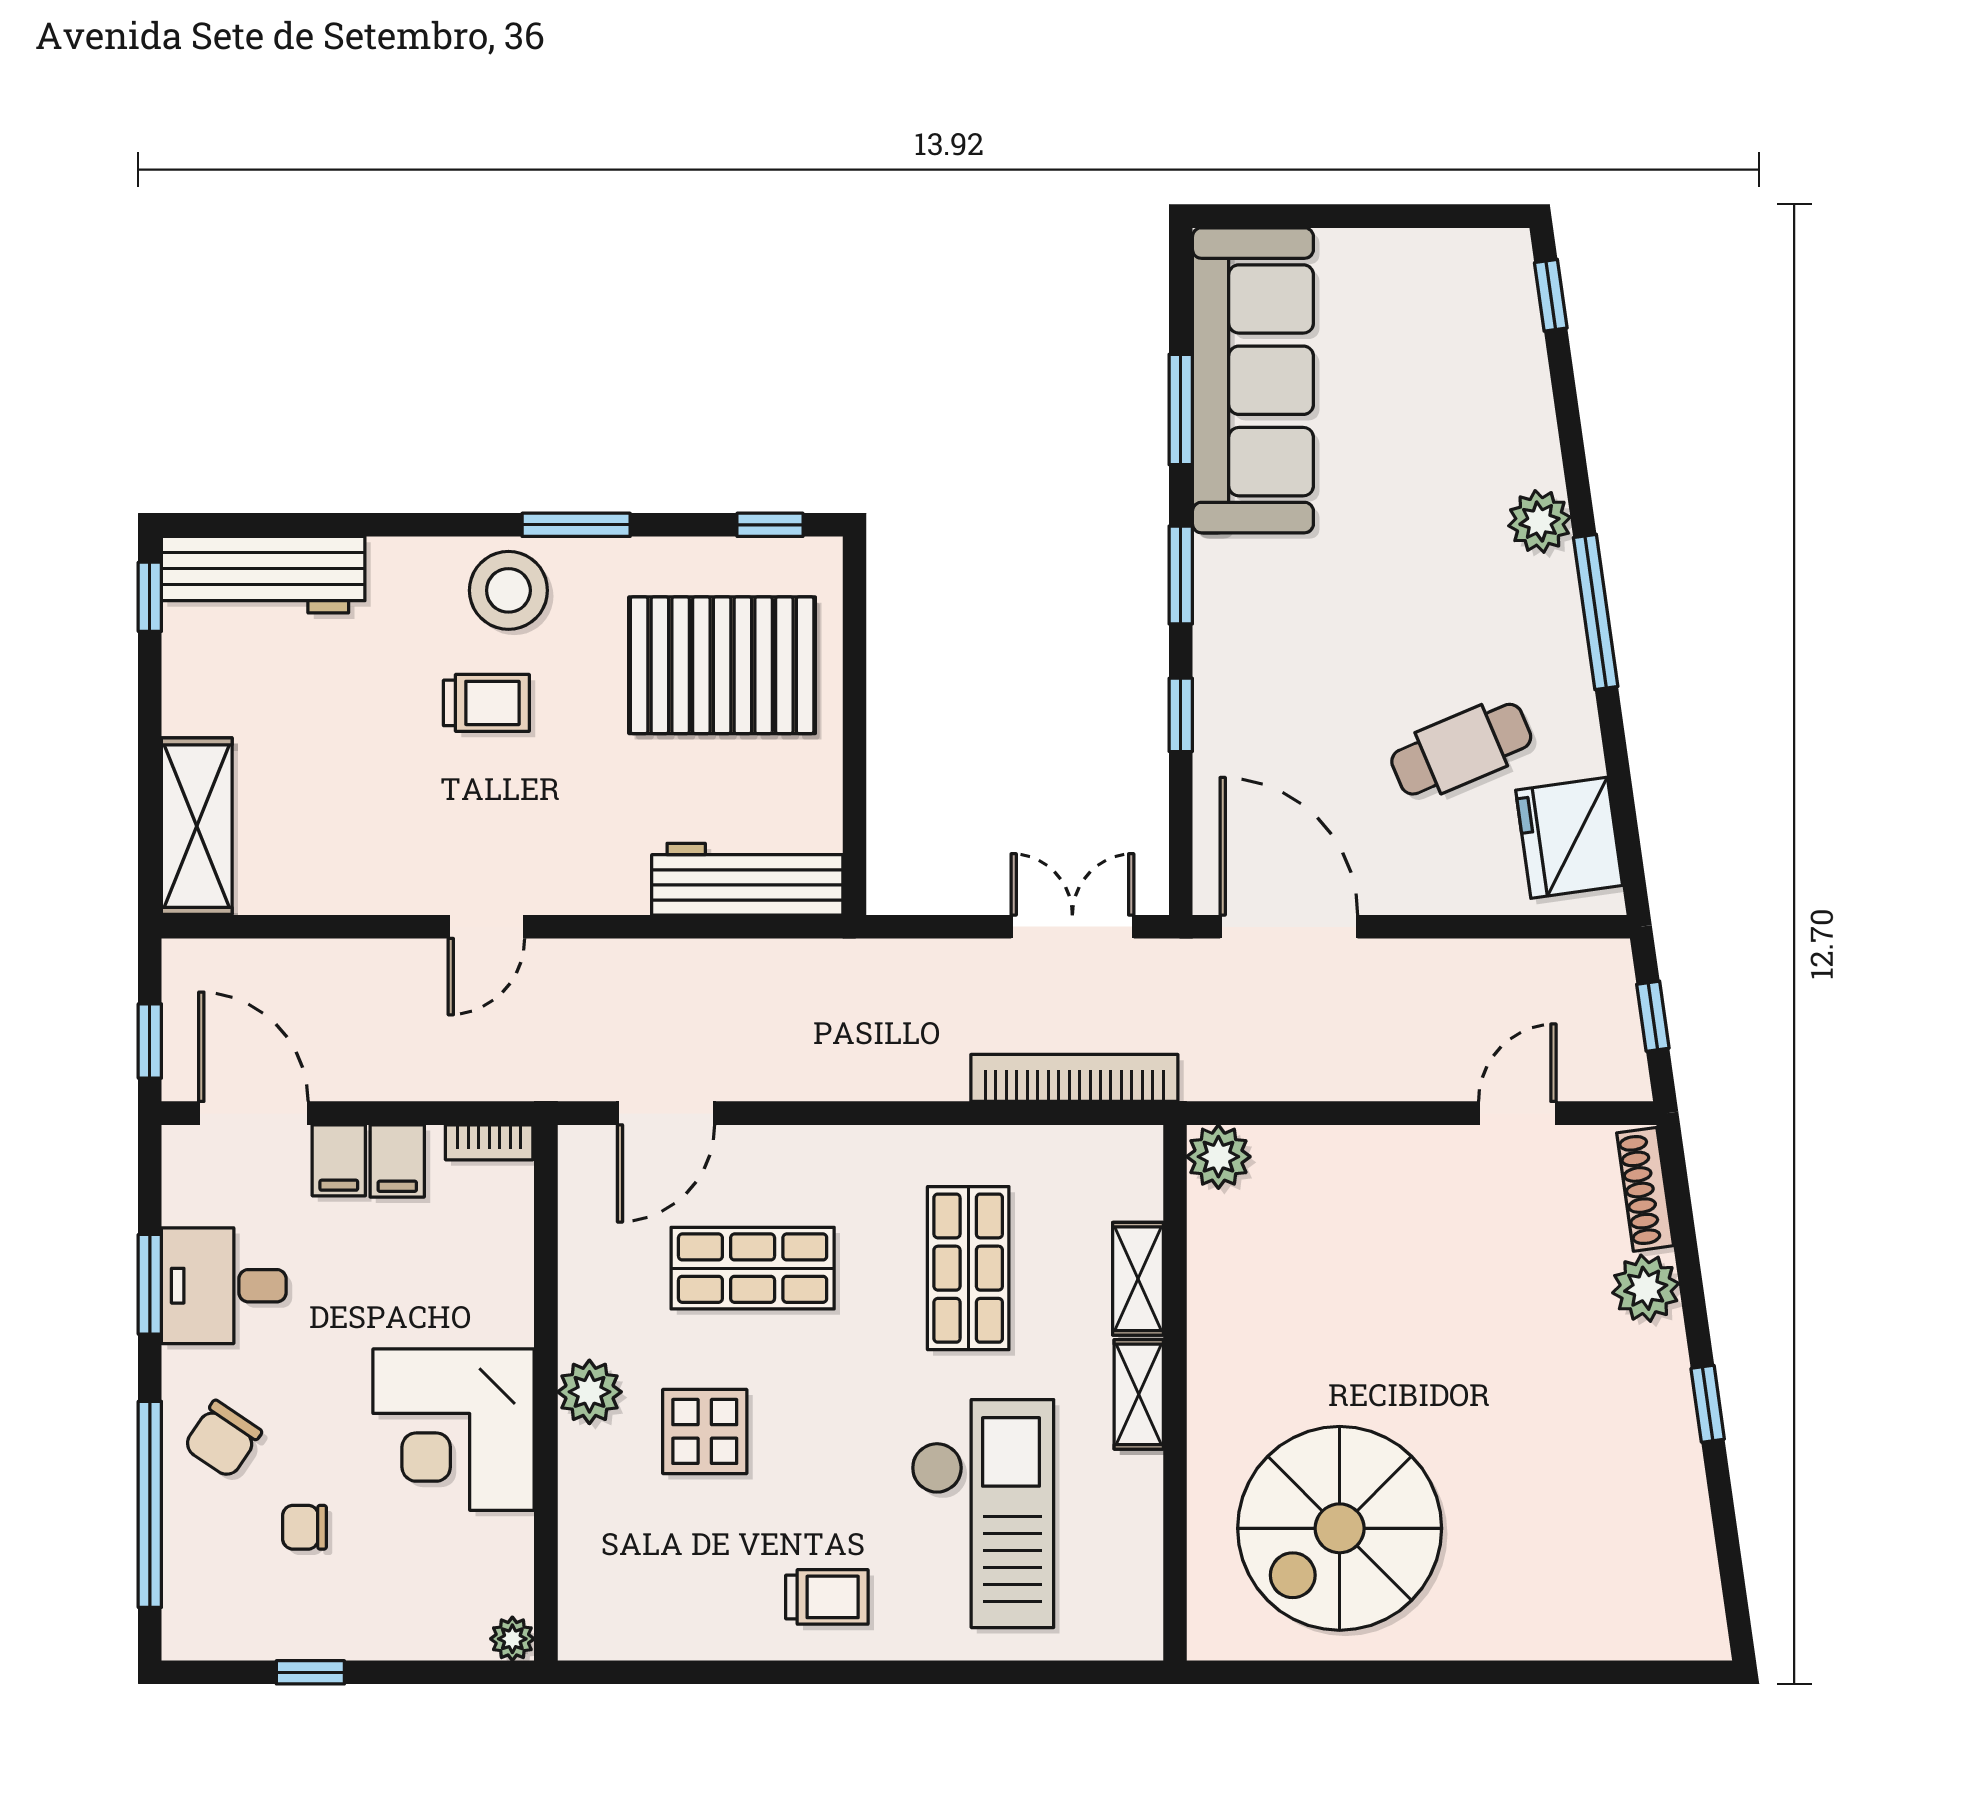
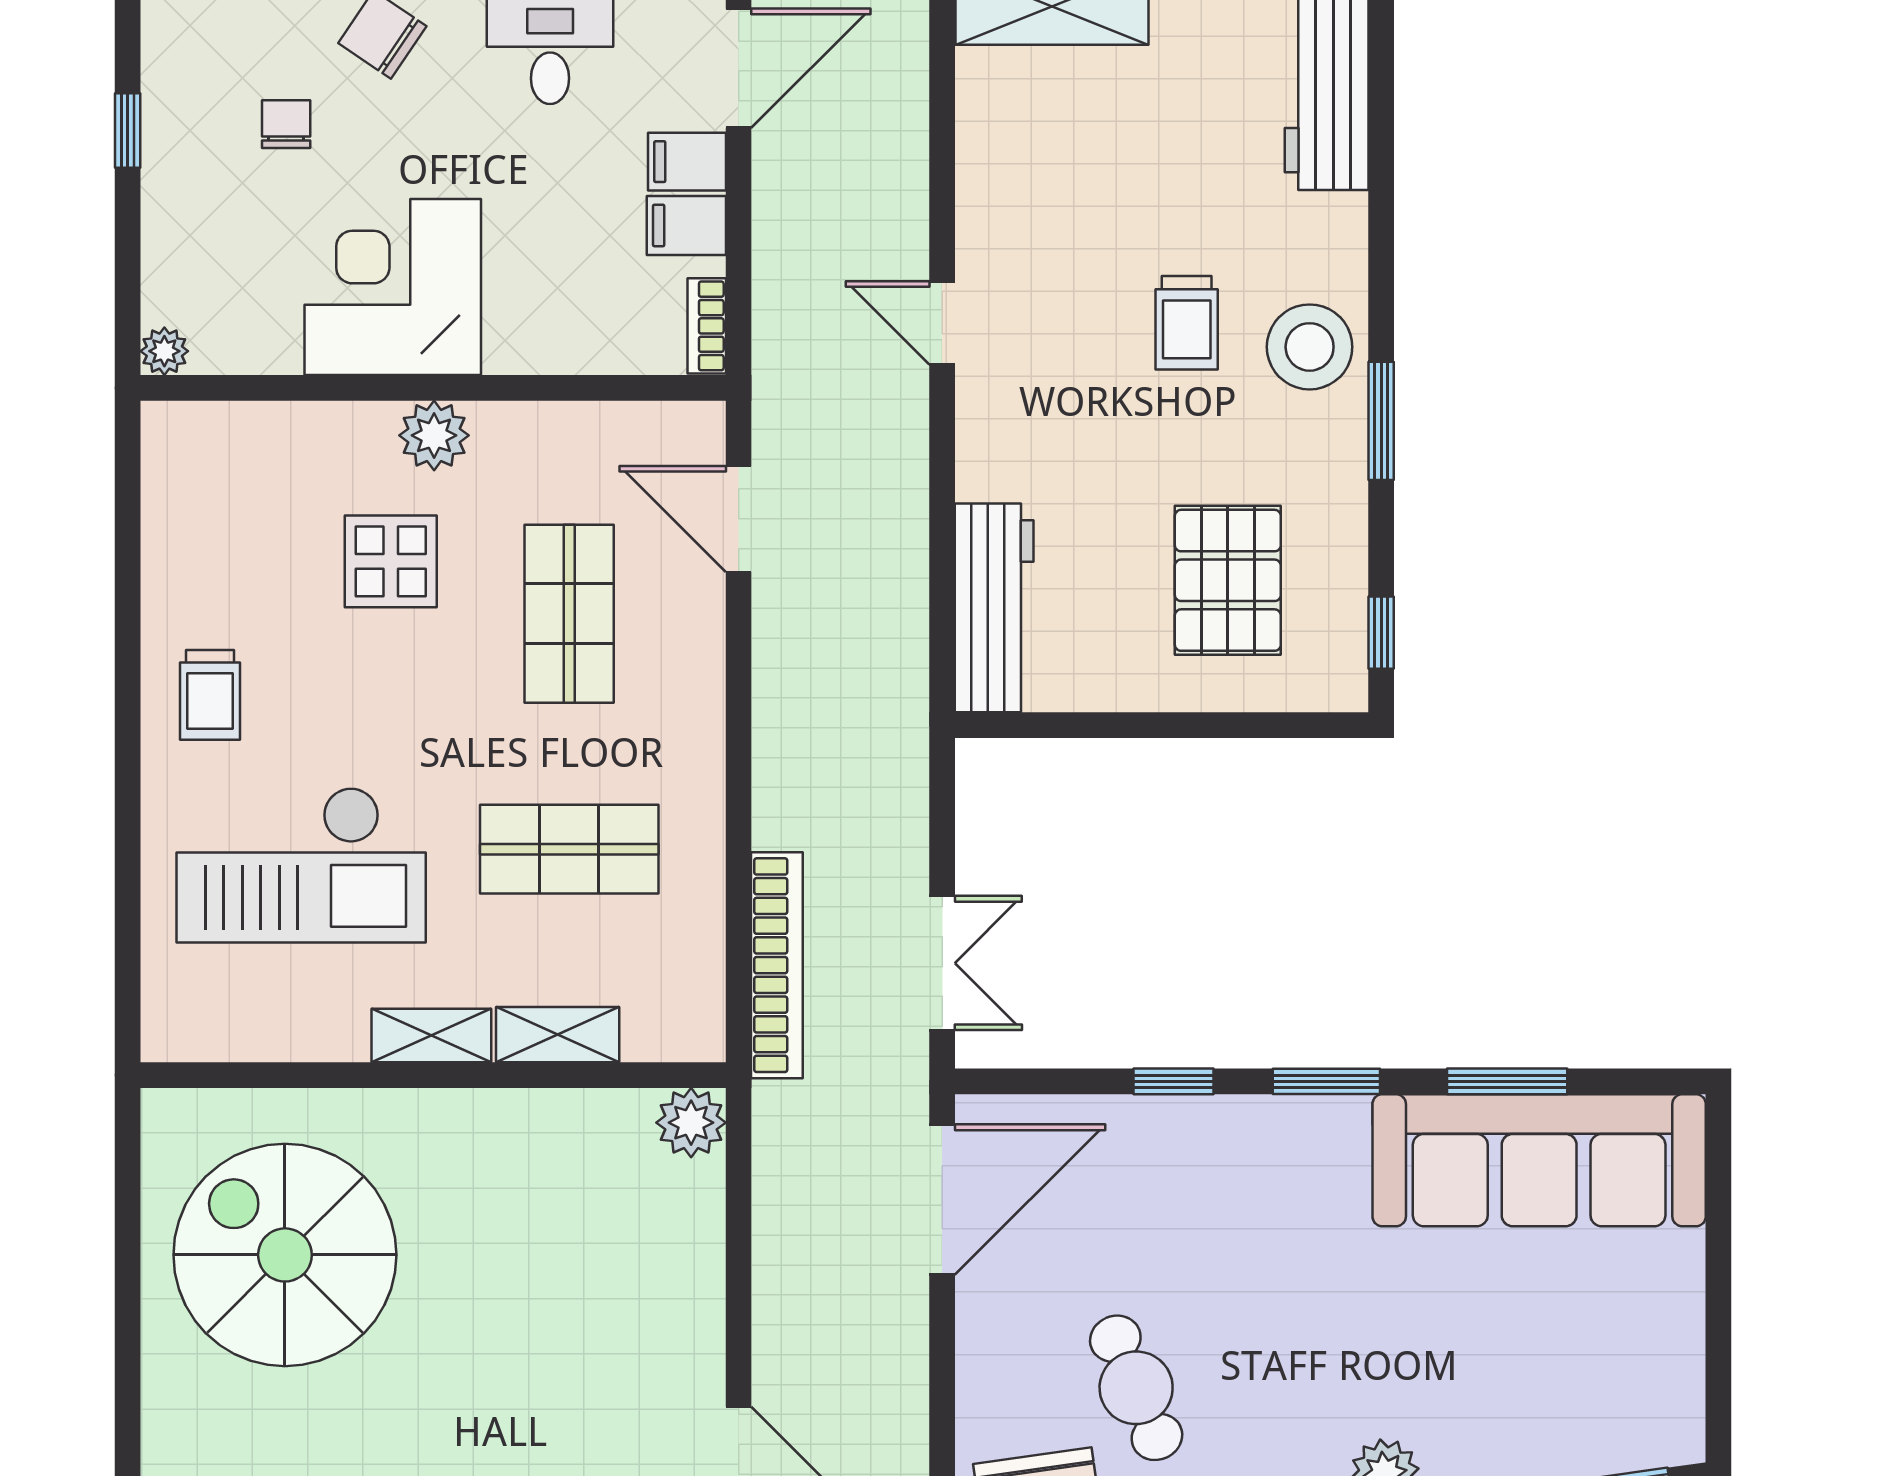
pallet: (722, 665) -> (1228, 580), width x0.73, depth x0.71

